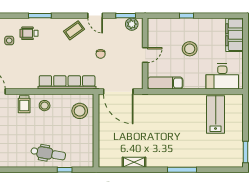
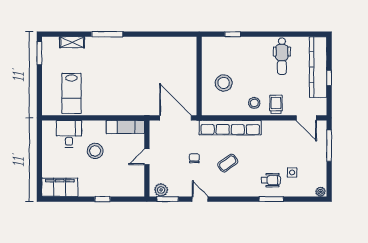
window: (40, 16) -> (271, 199), moved
coffee table: (74, 30) -> (228, 163), moved
filing cabinet: (235, 35) -> (60, 187), moved, turned -90
stool: (190, 49) -> (95, 151), moved
desk: (222, 77) -> (69, 134), width x0.73
stool: (80, 111) -> (224, 83), moved
dental chair: (48, 153) -> (282, 56), moved, turned -100
shelving: (134, 162) -> (72, 42), moved

